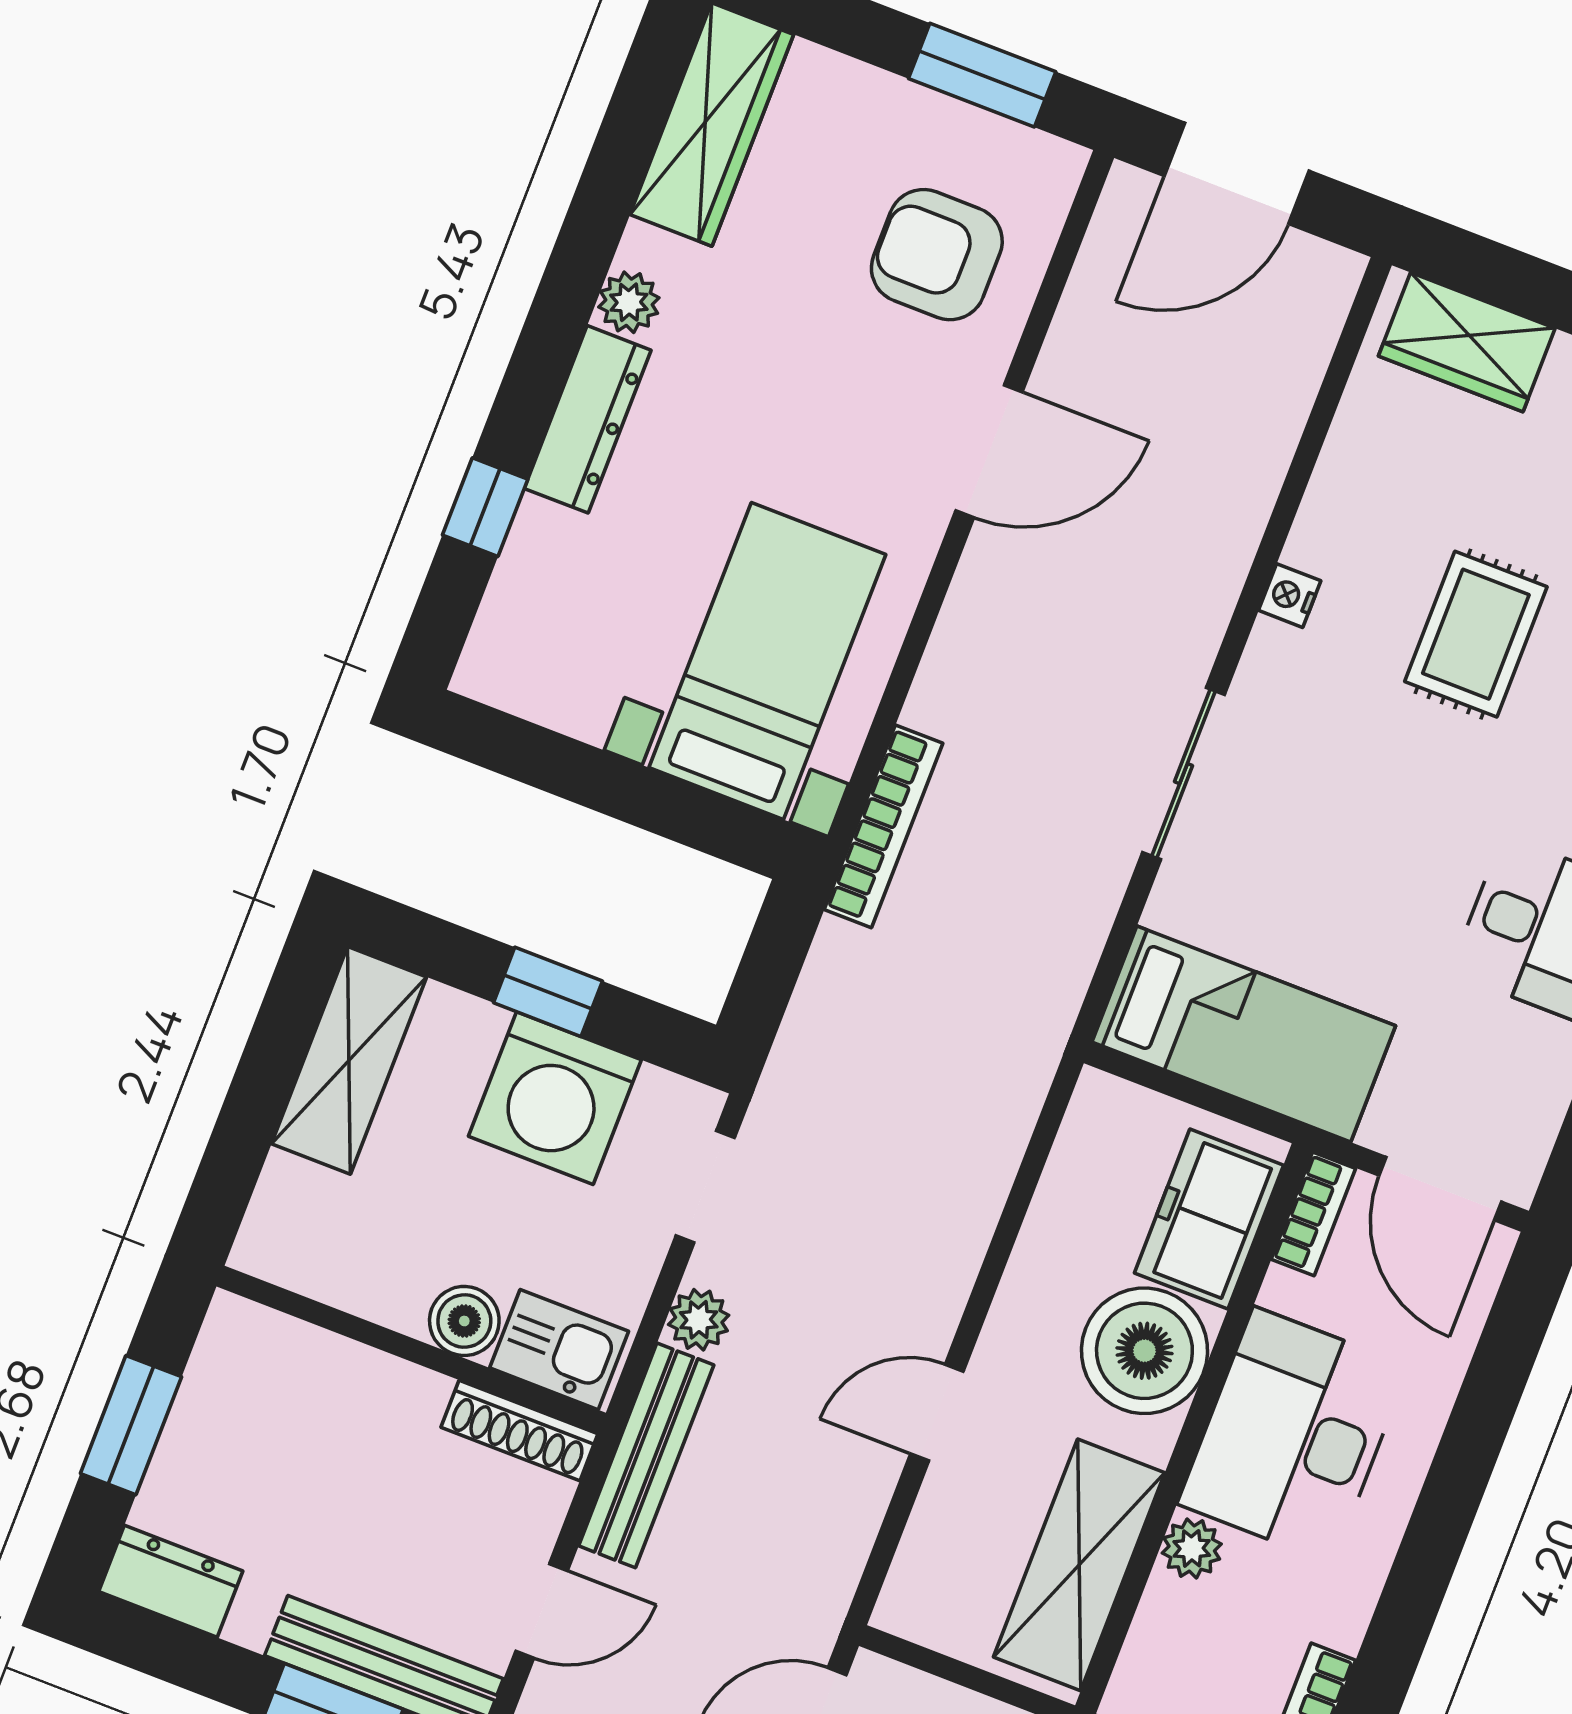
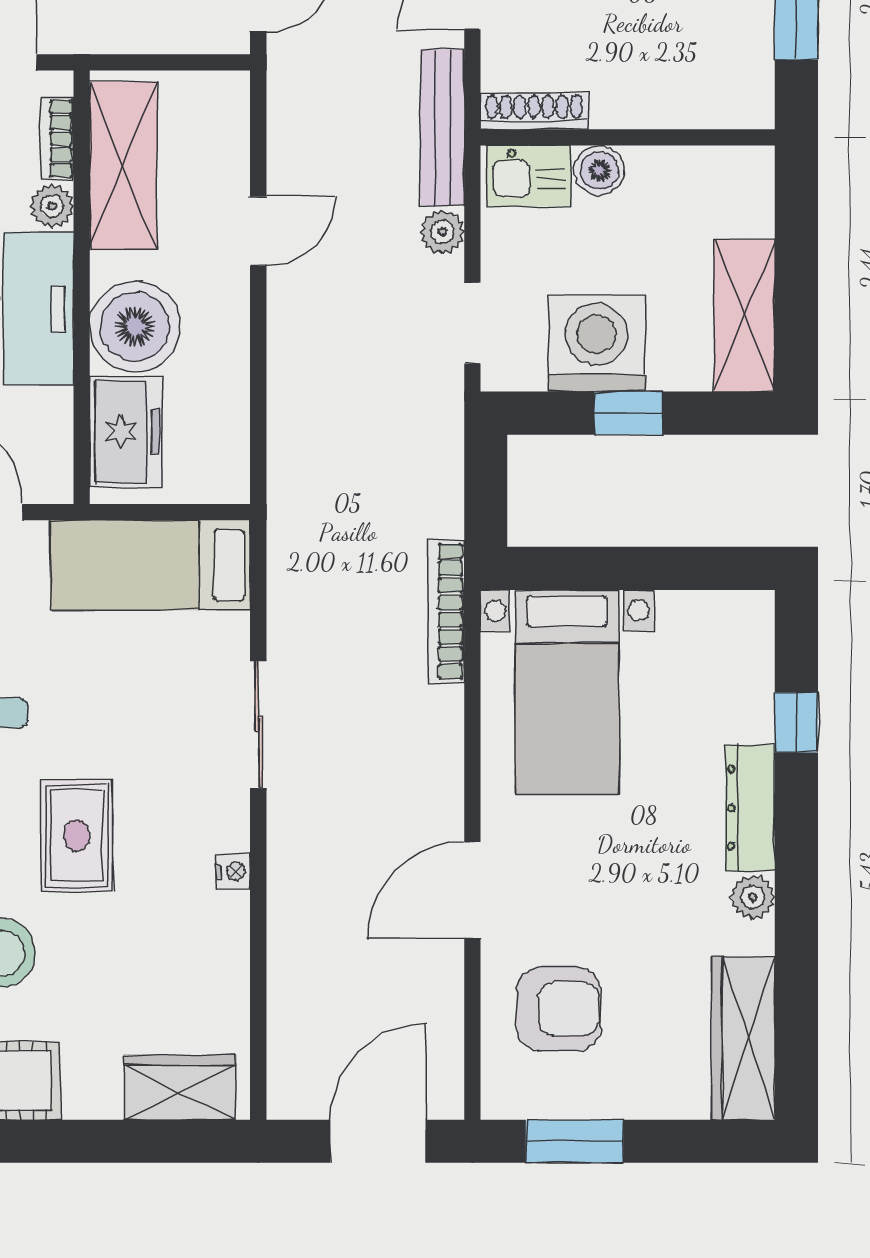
rug: (1476, 634) -> (77, 835), moved
bookcase: (1313, 1214) -> (57, 139), moved

